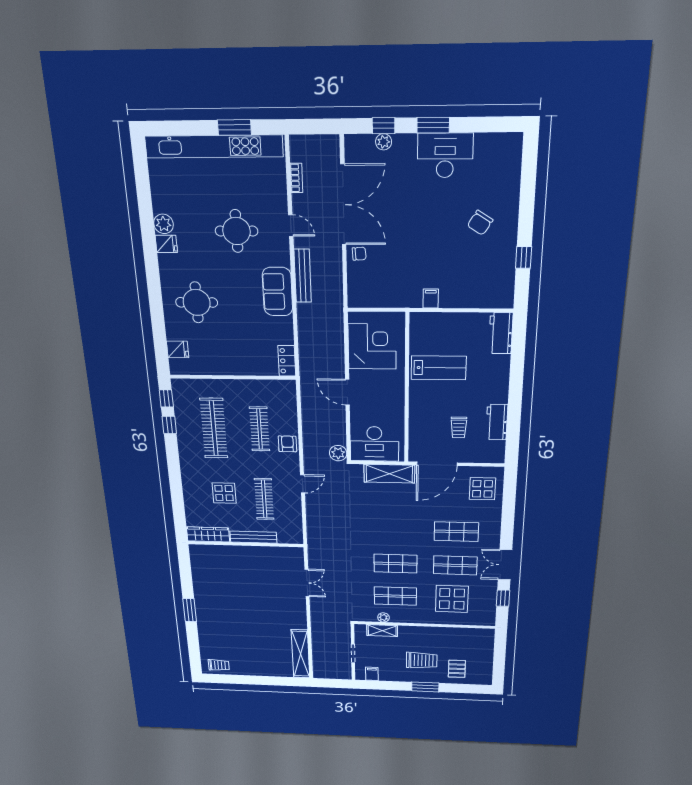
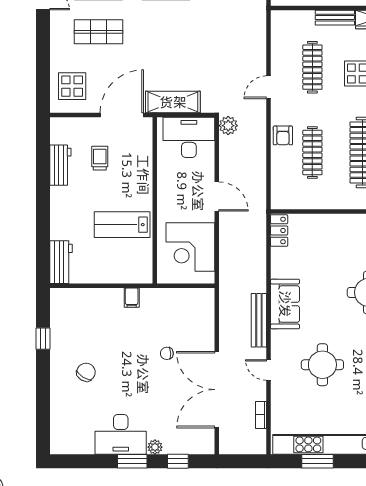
plant: (384, 142) -> (155, 447), moved
chair: (359, 254) -> (167, 353), moved
bench: (253, 537) -> (335, 18), width x0.73

